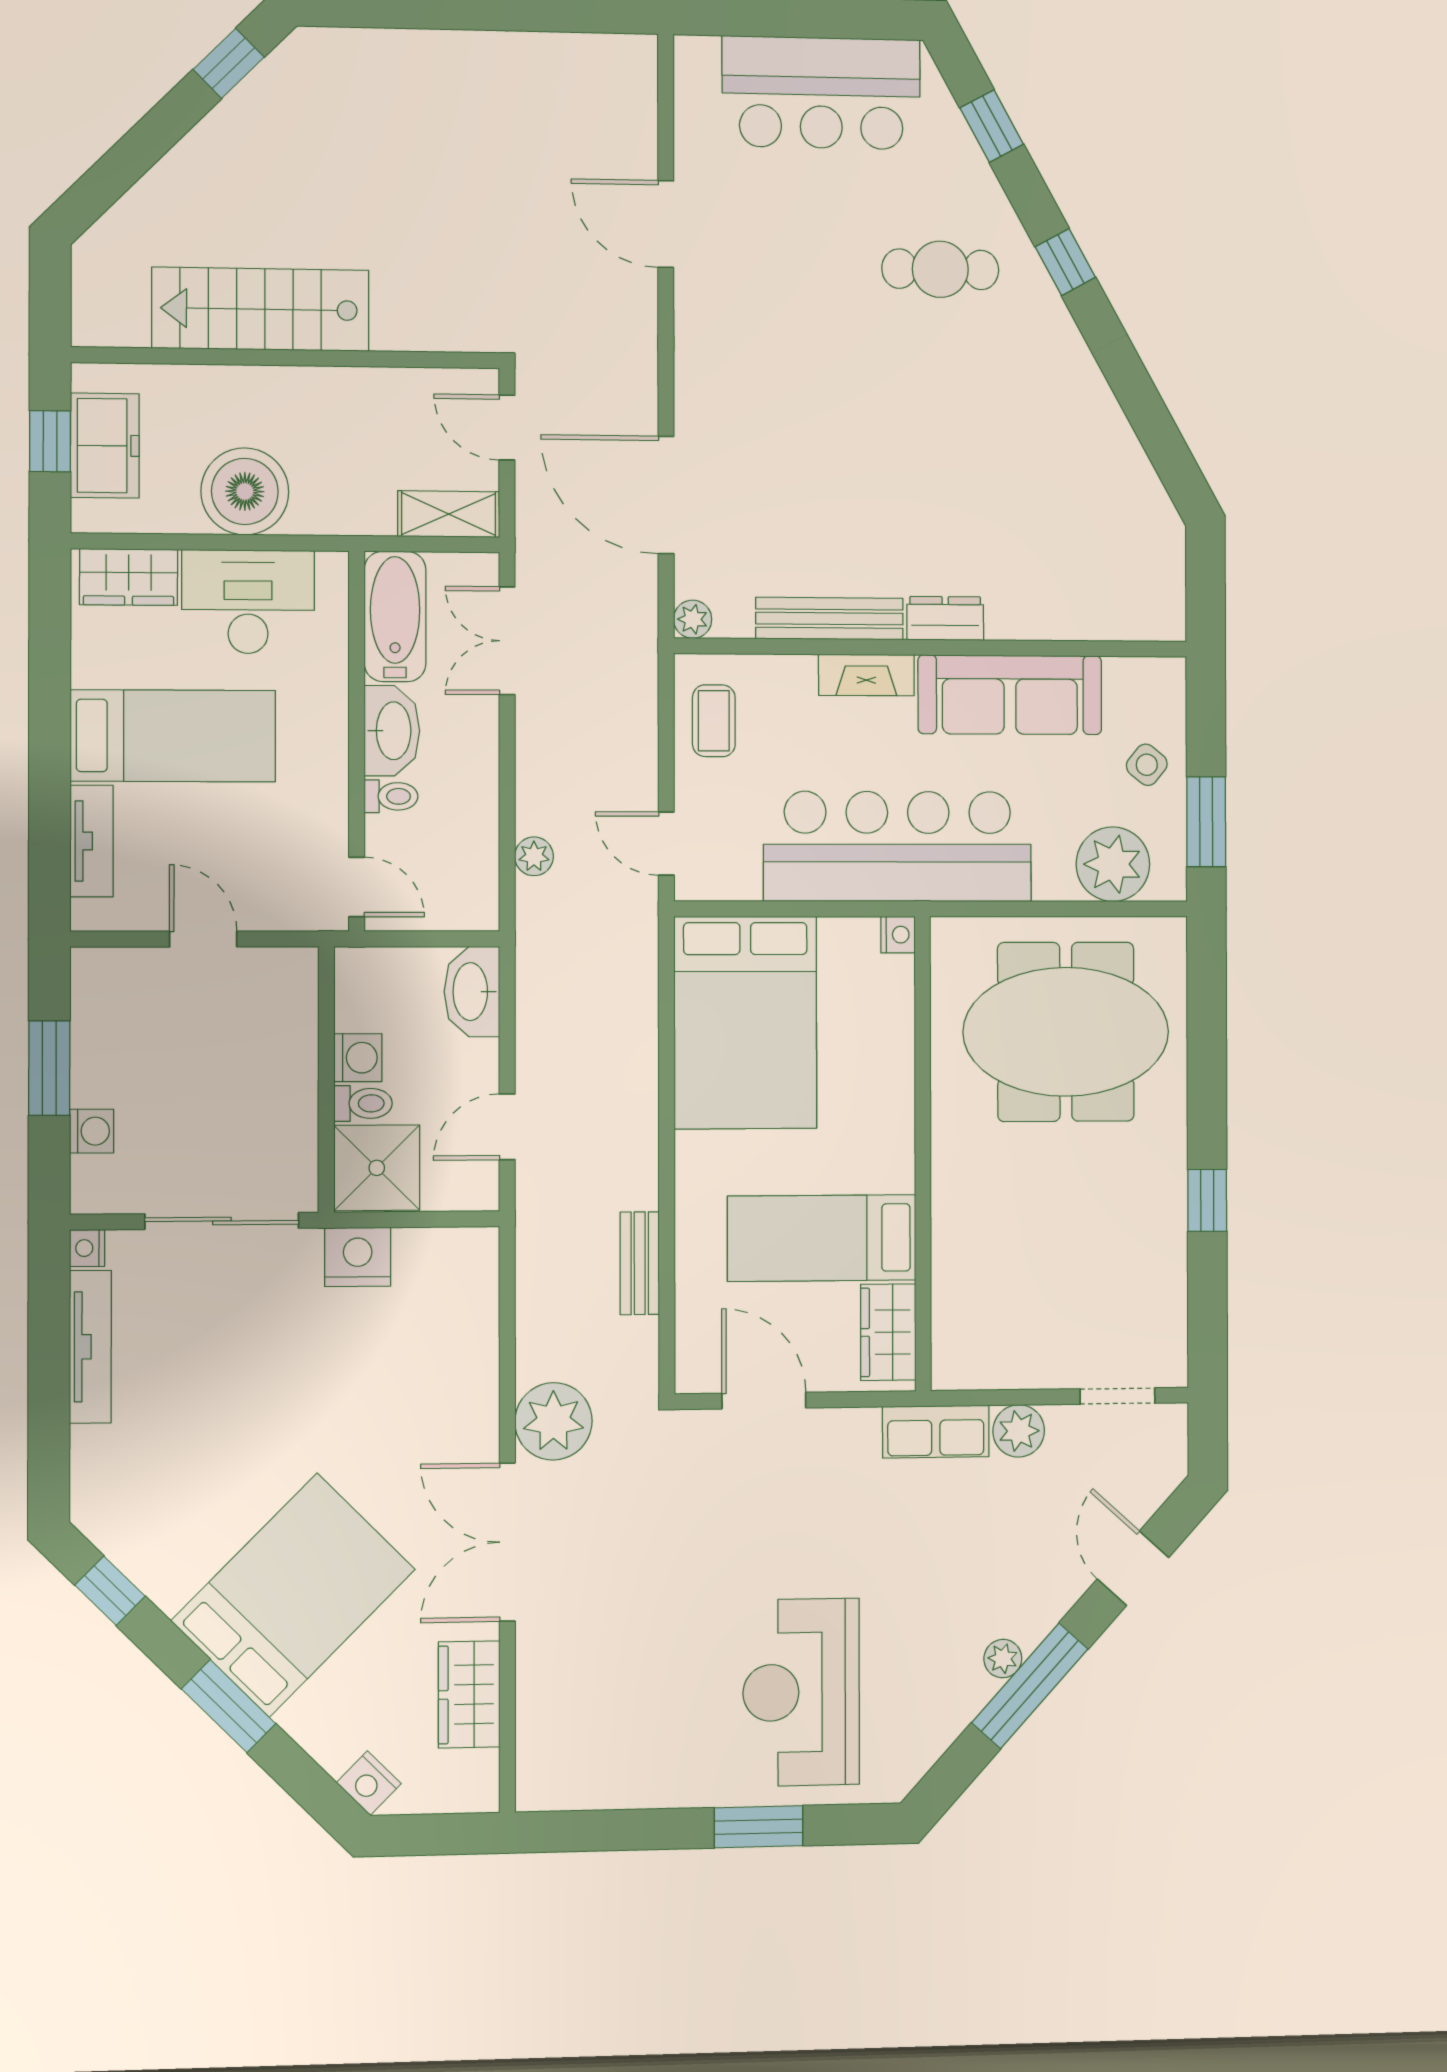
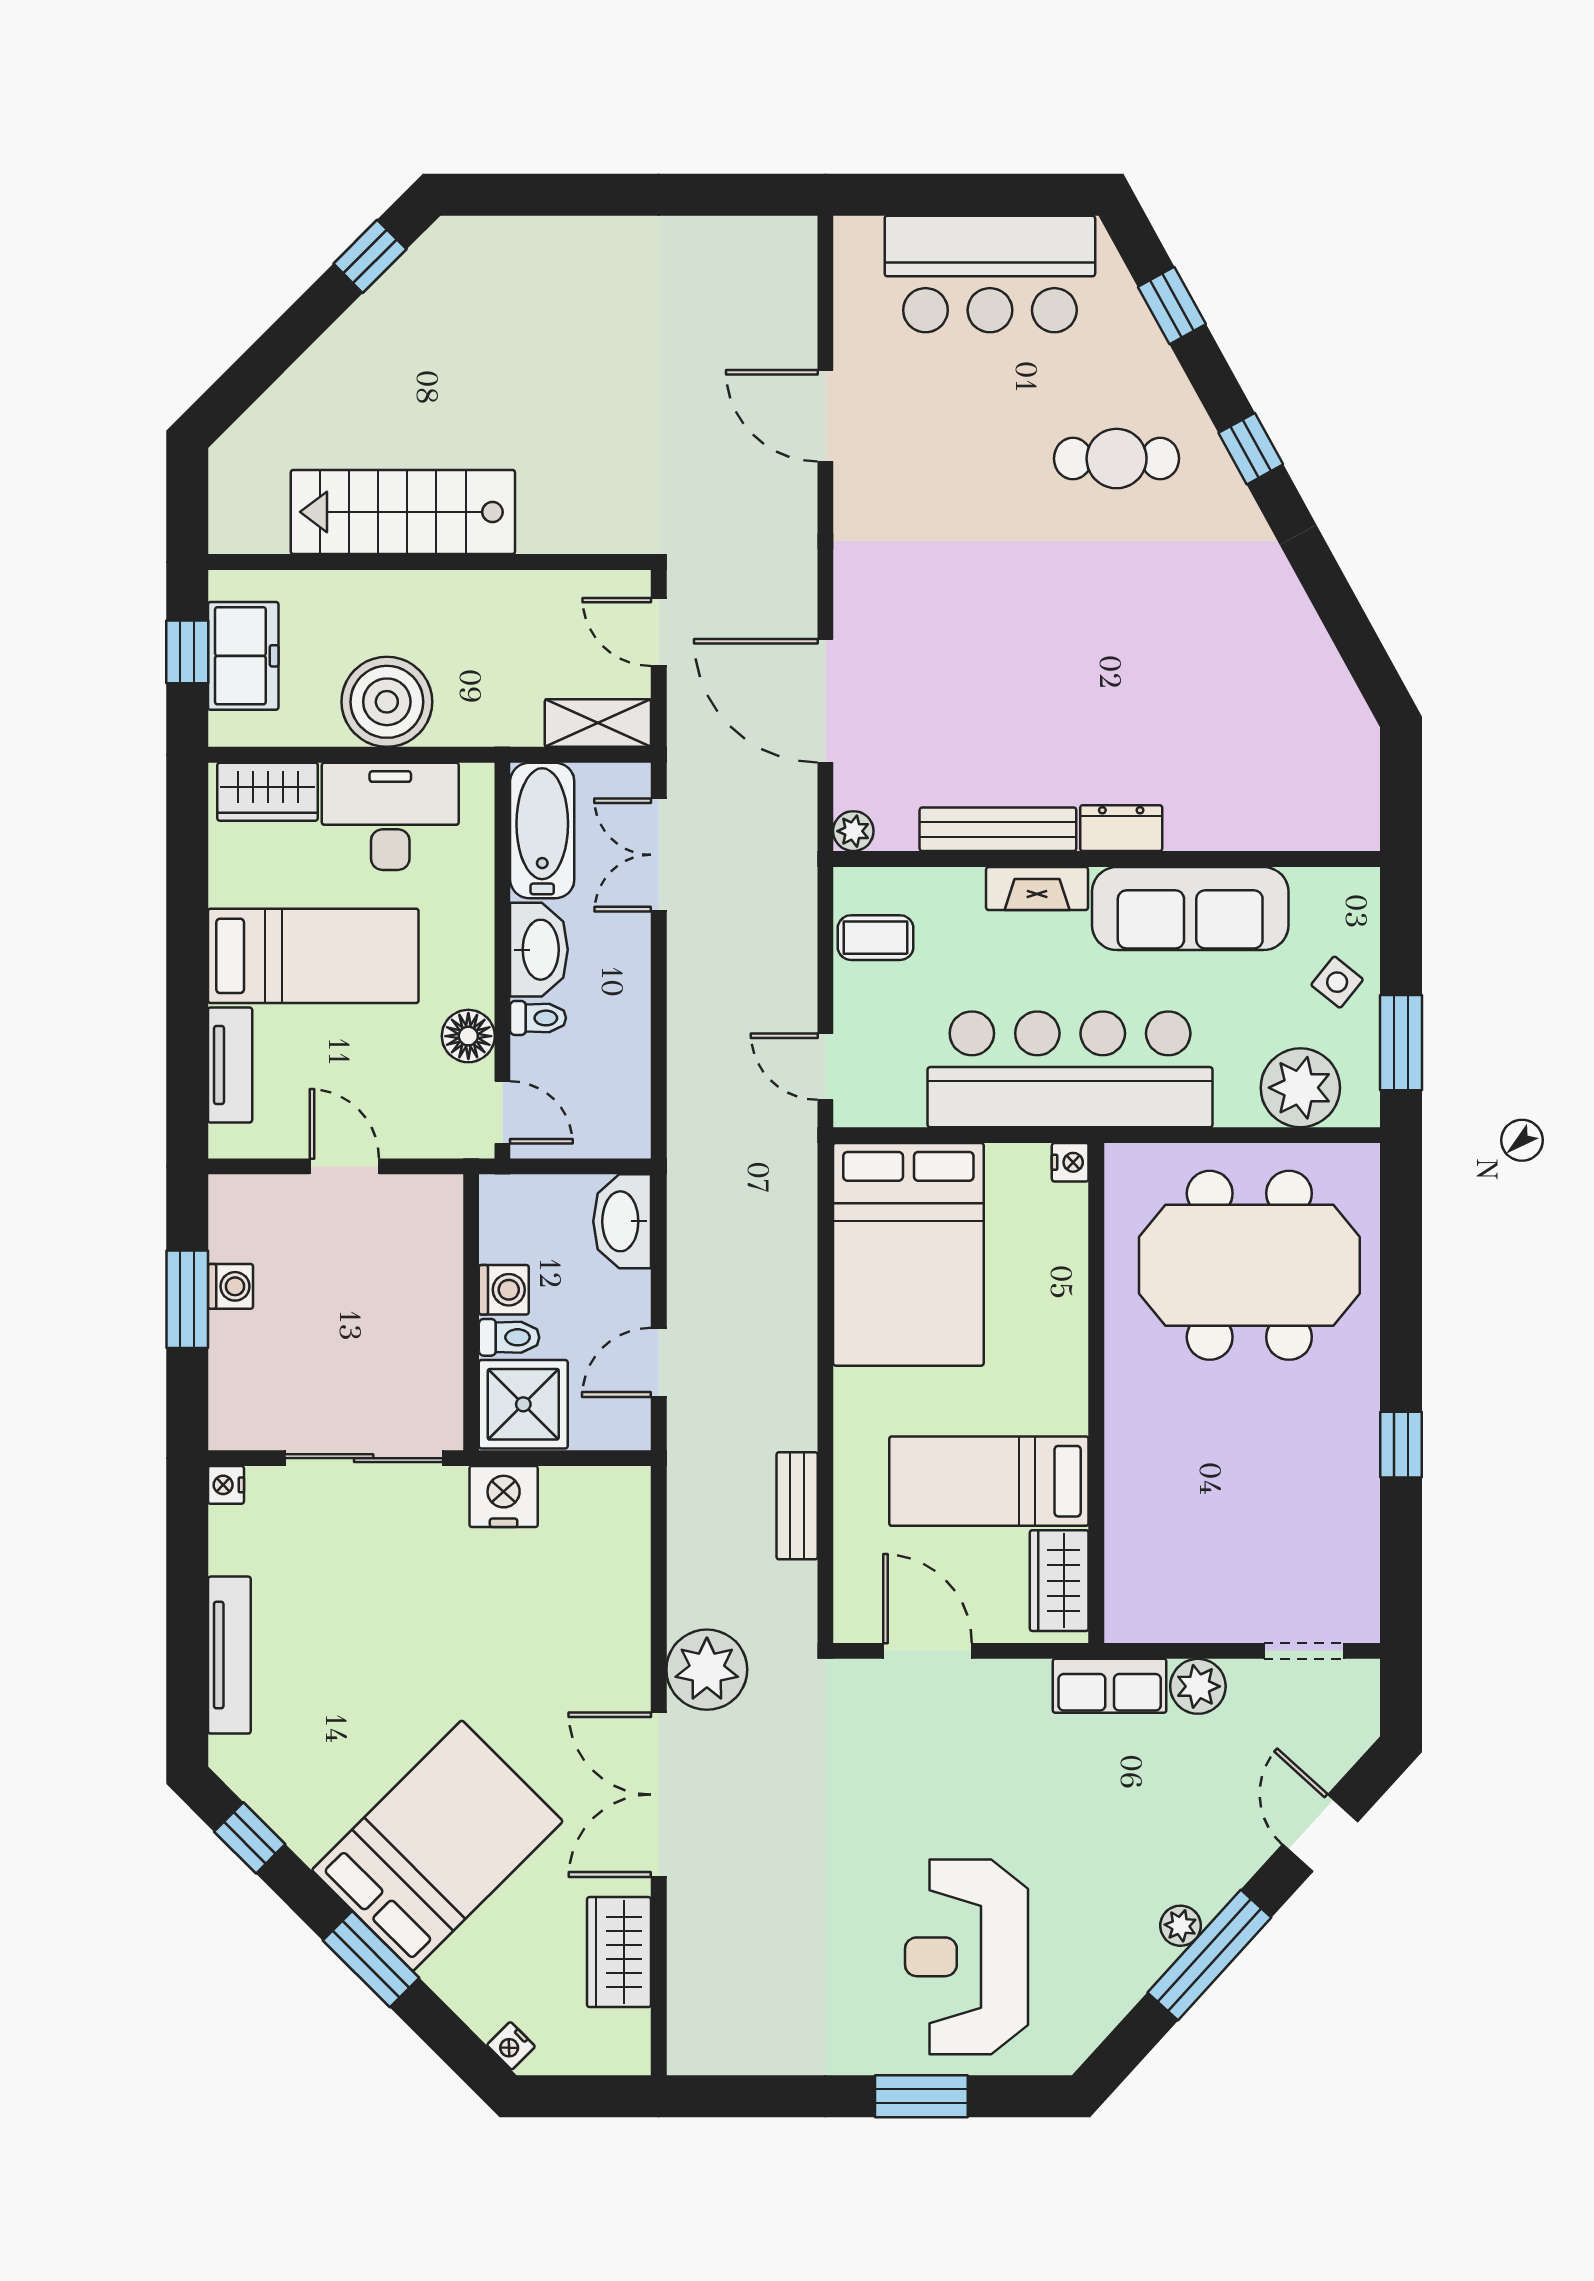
coffee table: (714, 721) -> (876, 938), turned 90
floor lamp: (324, 814) -> (468, 1036), added
plant: (534, 856) -> (687, 1080), removed
washing machine: (92, 1131) -> (231, 1286), moved
tv unit: (90, 1347) -> (229, 1655), moved
nightstand: (369, 1783) -> (511, 2046), width x0.72, depth x0.74

